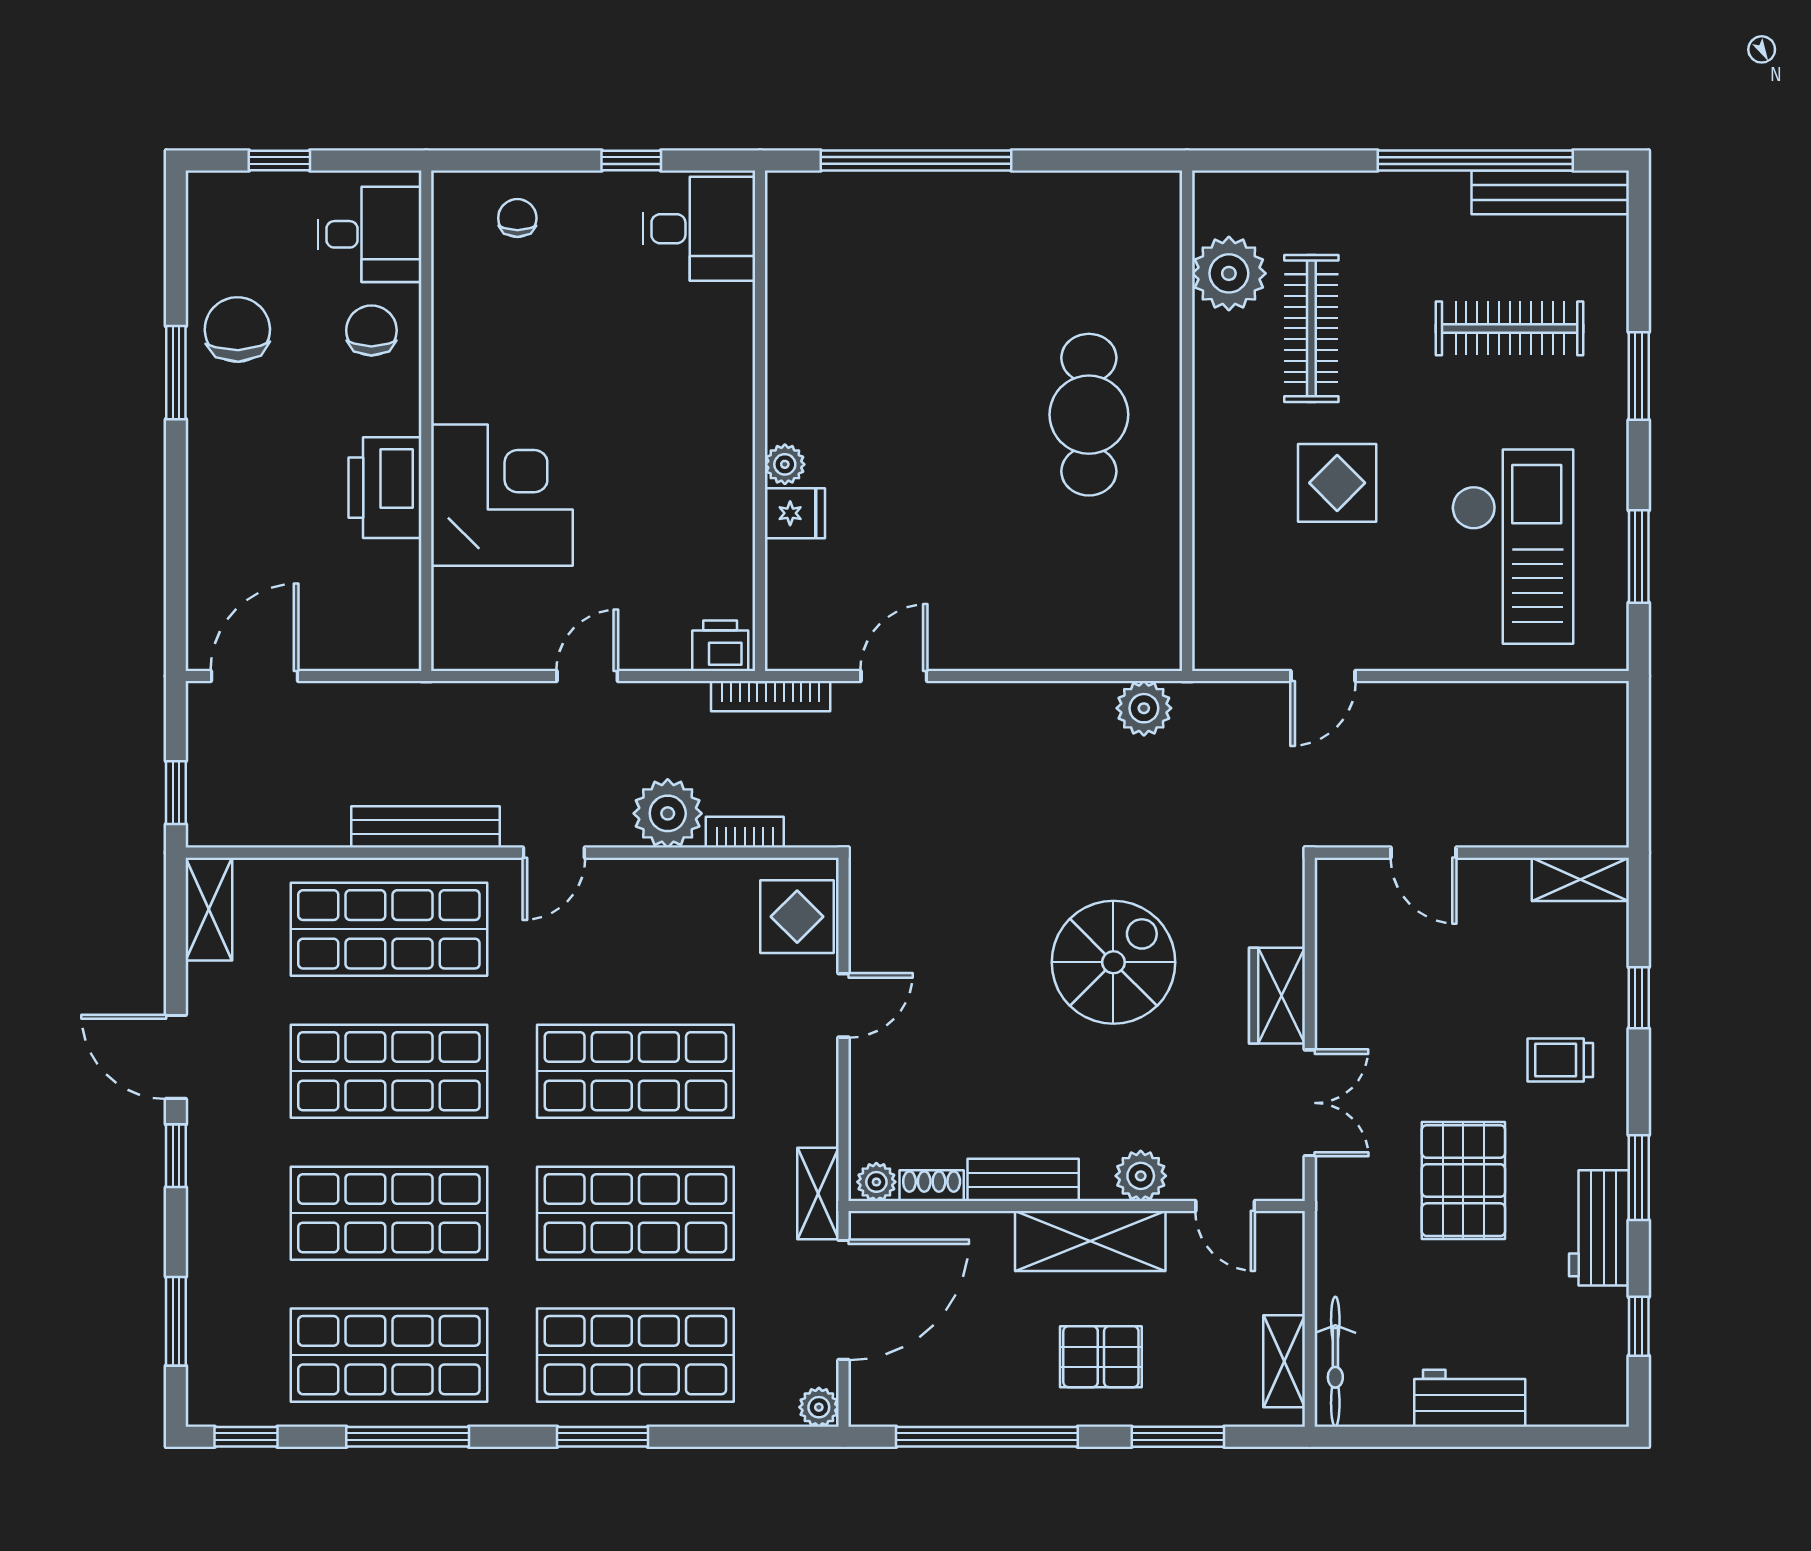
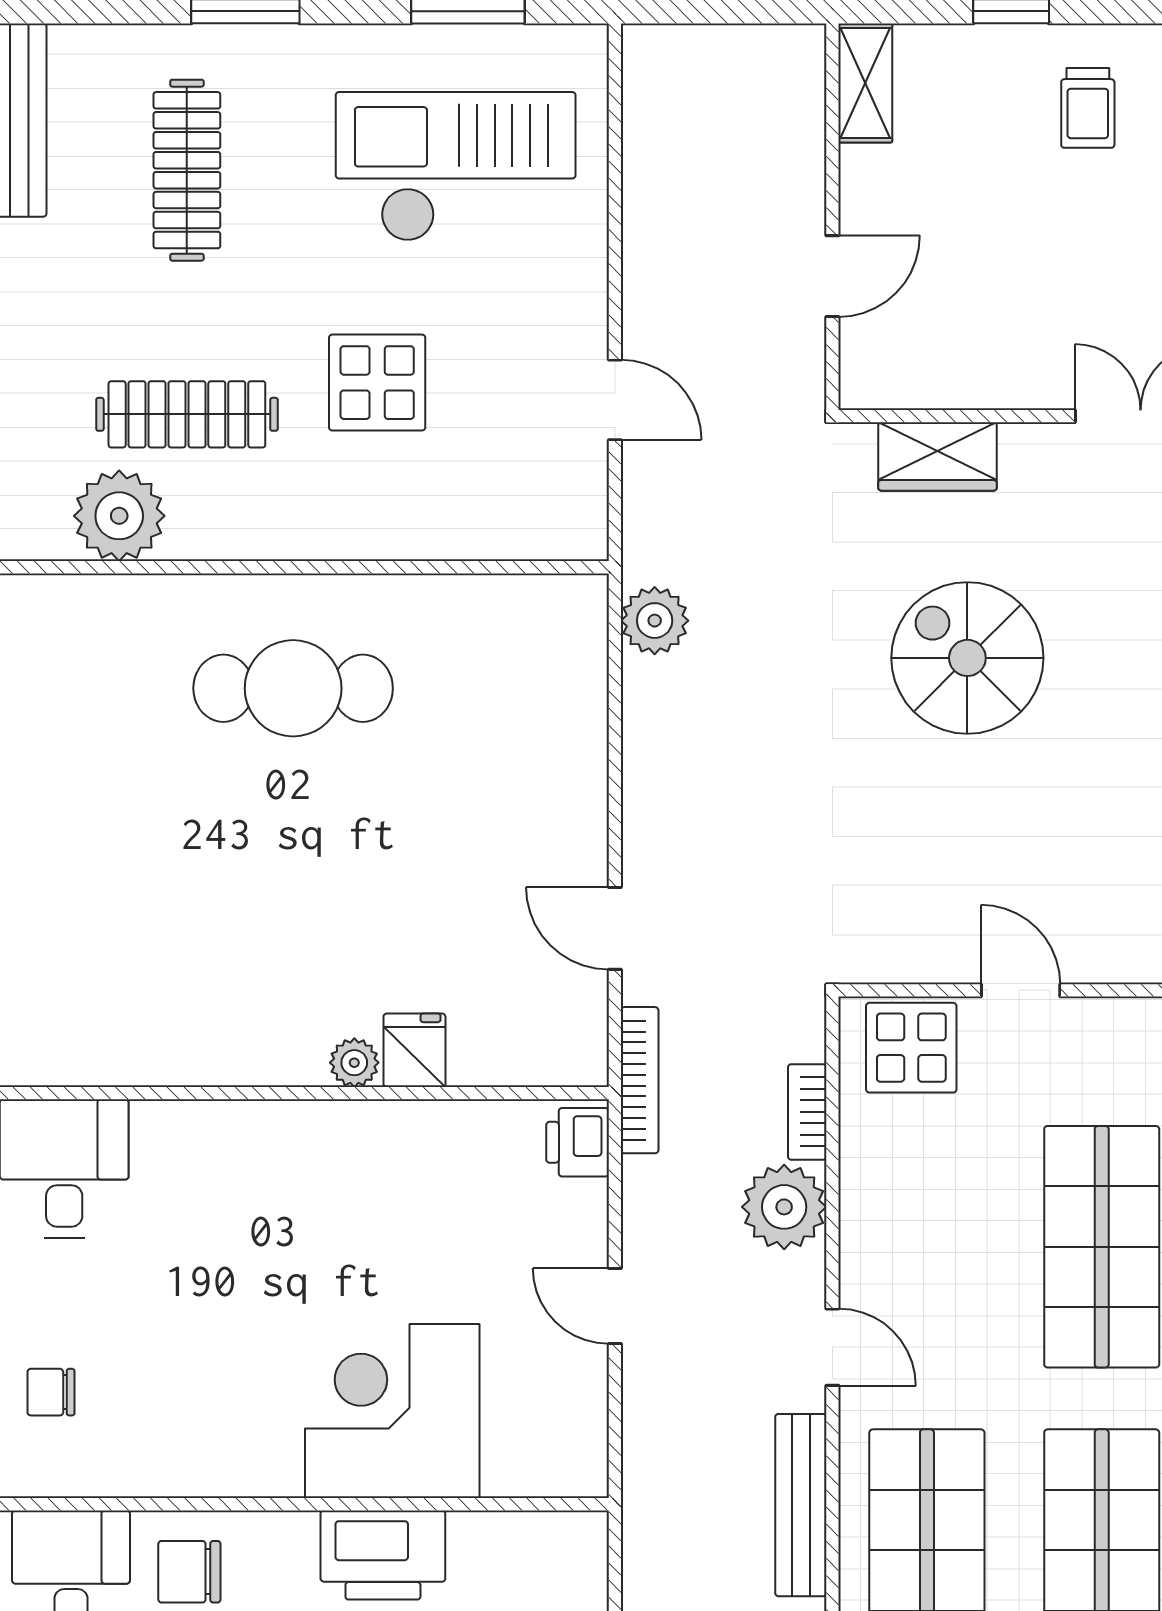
wardrobe: (1277, 996) -> (937, 457), moved

